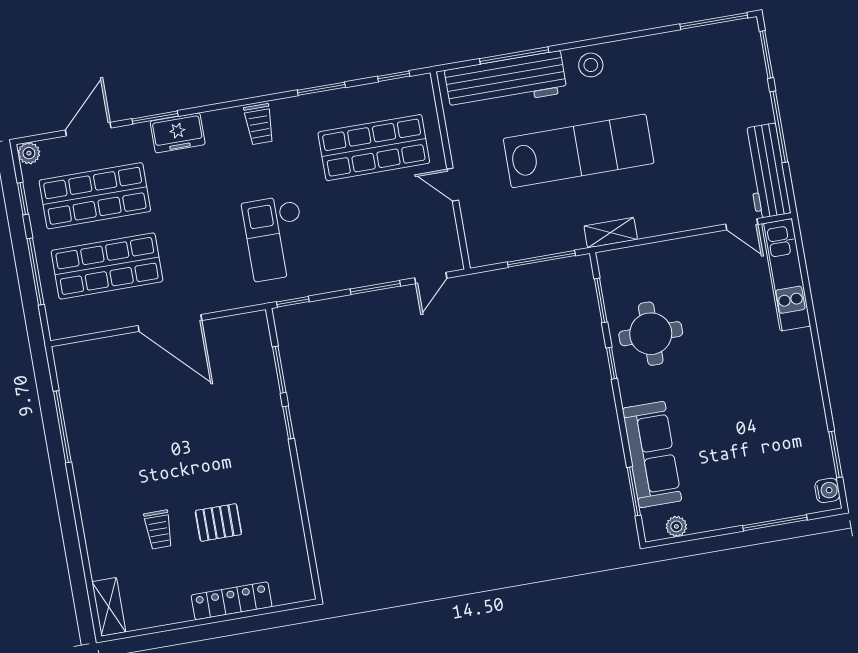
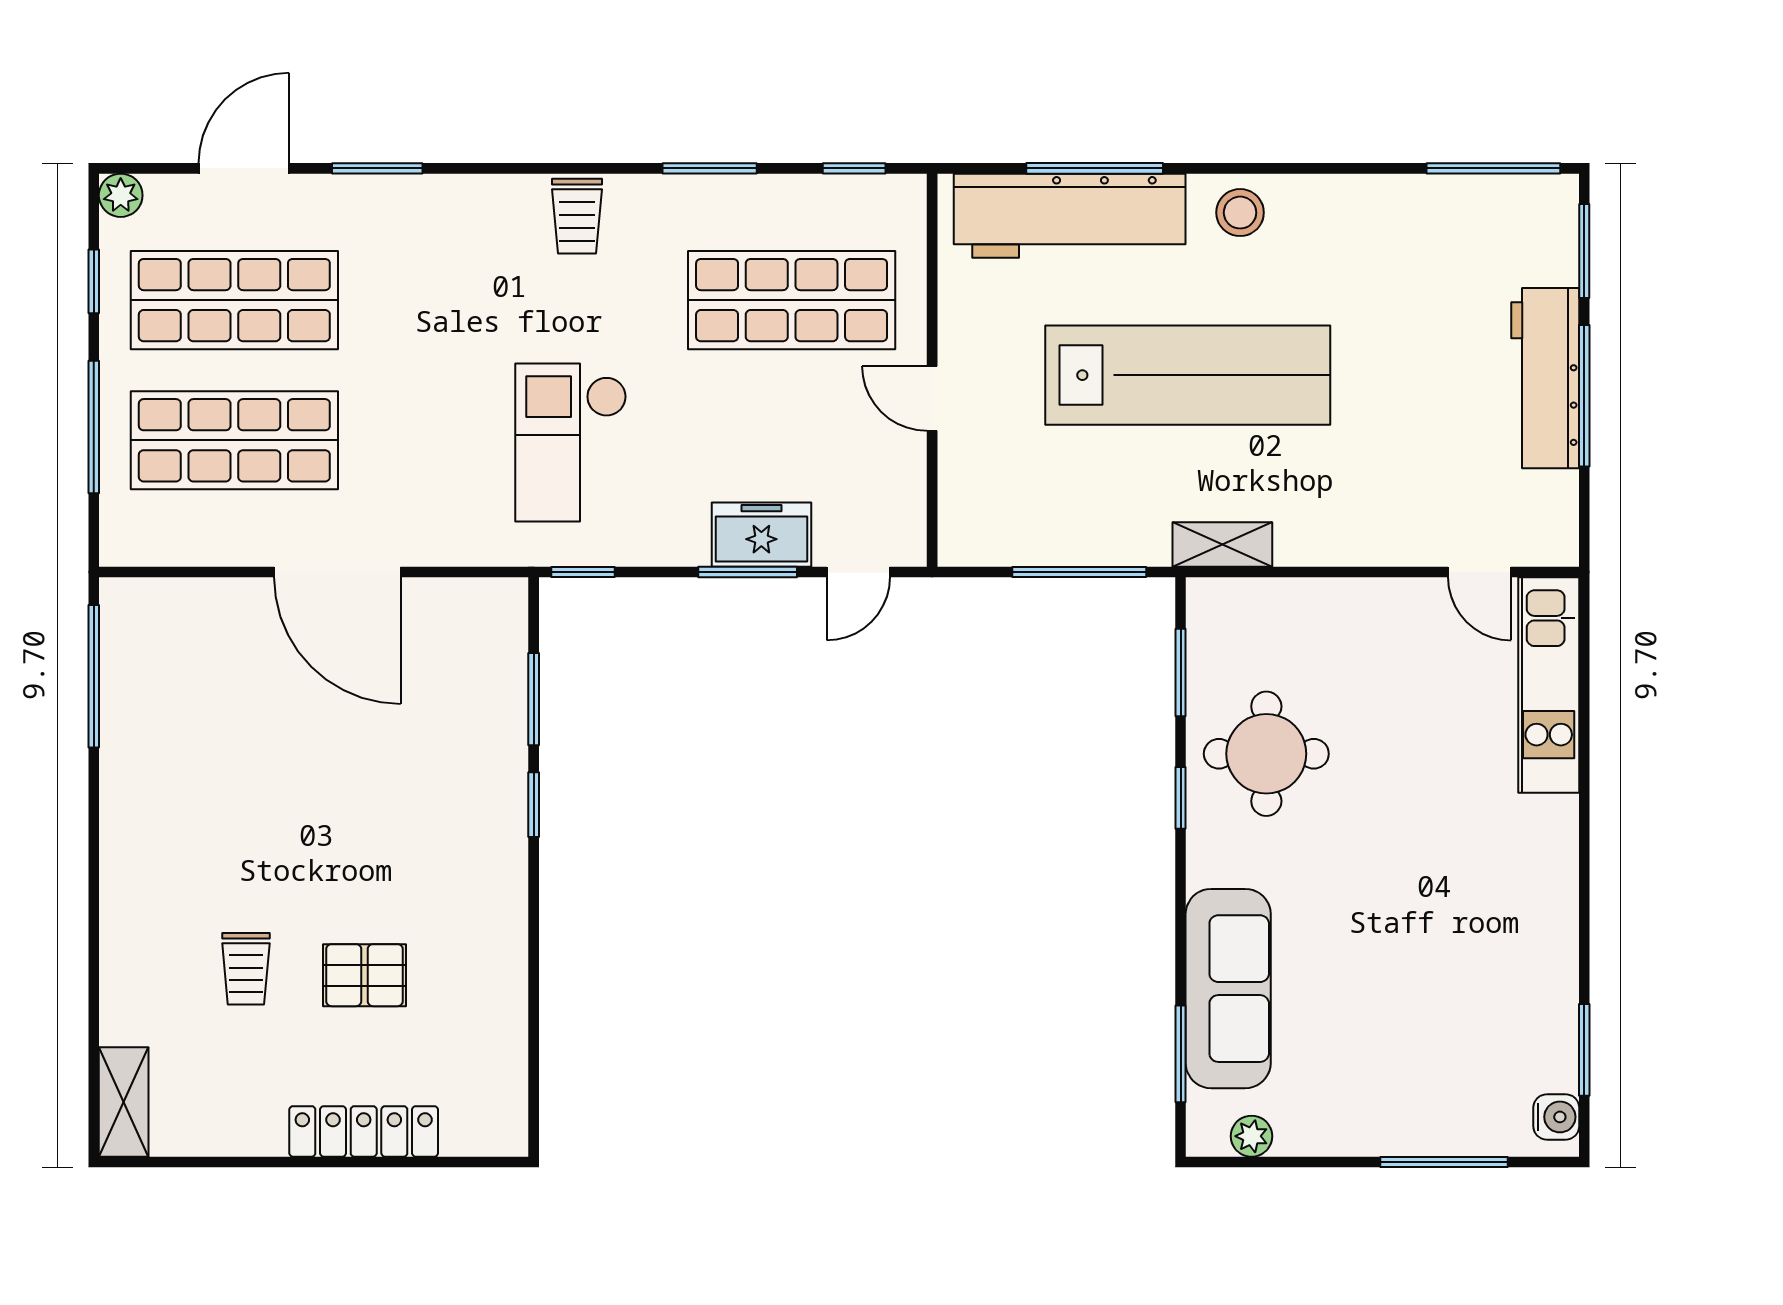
freezer: (178, 133) -> (761, 535), moved, turned 180
workbench: (766, 171) -> (1545, 378), moved
window: (62, 427) -> (94, 676), moved

